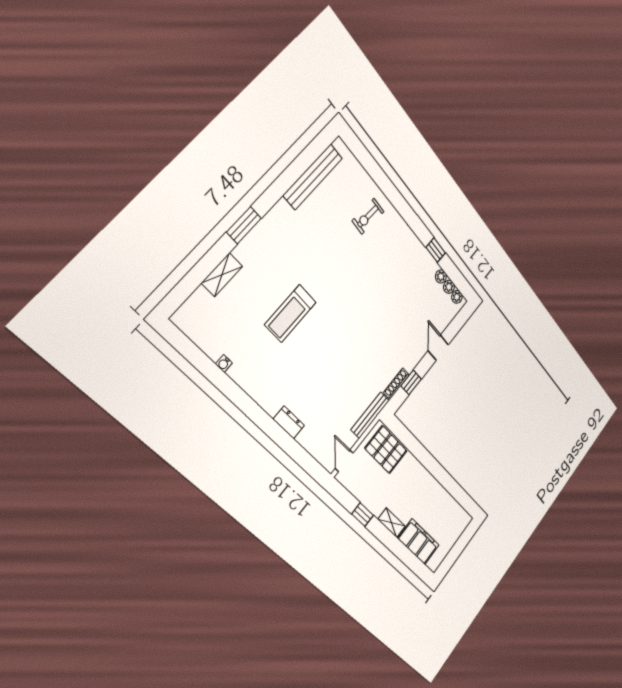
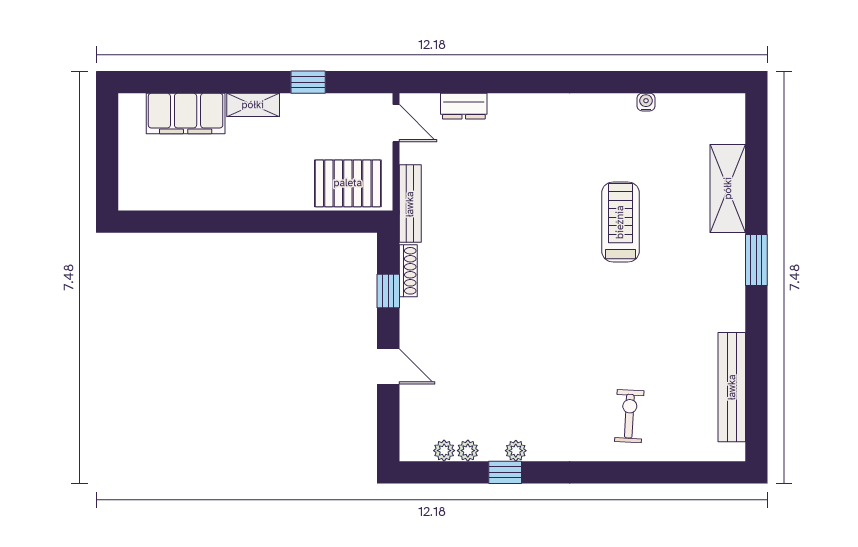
shelving: (222, 275) -> (728, 188), width x1.50, depth x1.33
plant: (457, 297) -> (516, 451), moved
dresser: (289, 422) -> (464, 106), moved

